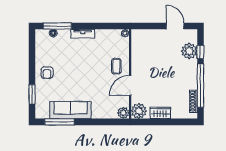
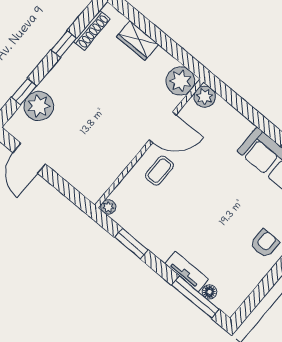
window: (103, 26) -> (131, 244), added
tv unit: (83, 34) -> (187, 271), moved
window: (200, 86) -> (64, 44), width x0.32
wardrobe: (160, 113) -> (138, 41), moved

